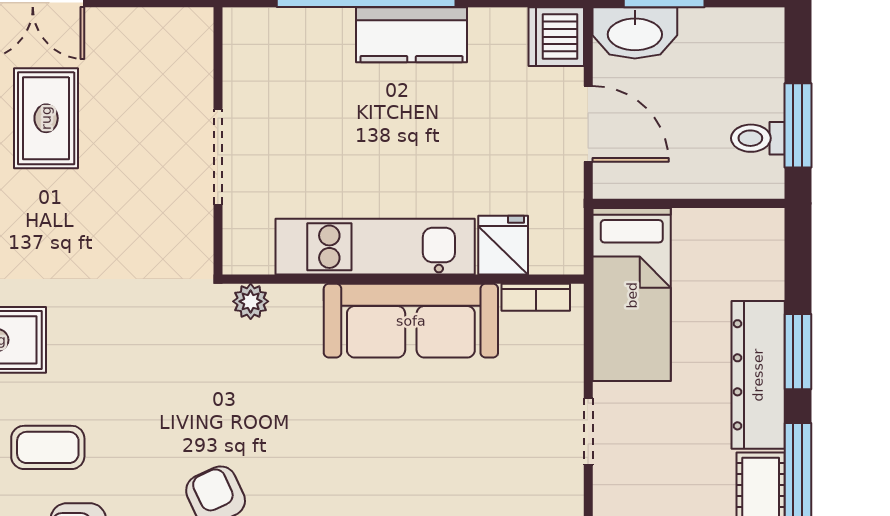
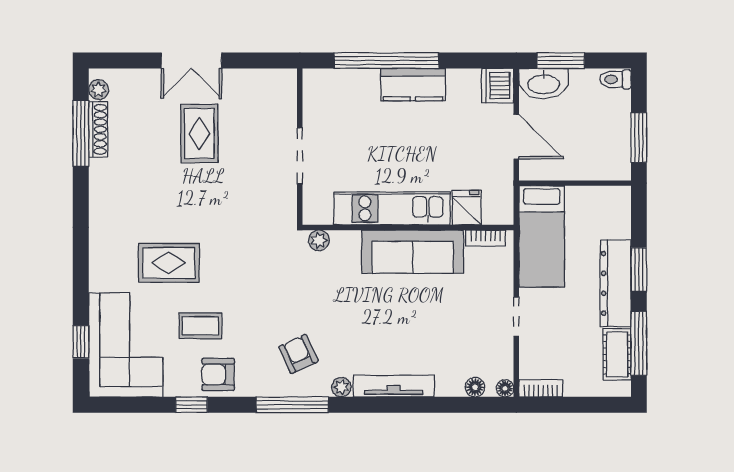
toilet: (758, 138) -> (615, 79), moved

